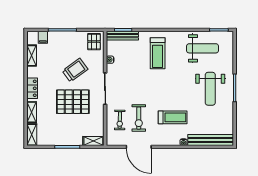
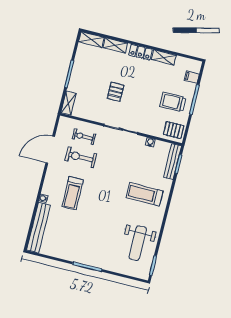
shelving: (32, 56) -> (164, 57), moved
trolley: (75, 70) -> (173, 102), moved, turned 126
weight bench: (210, 89) -> (93, 241), removed
pallet: (73, 102) -> (115, 92), width x0.49, depth x0.50

